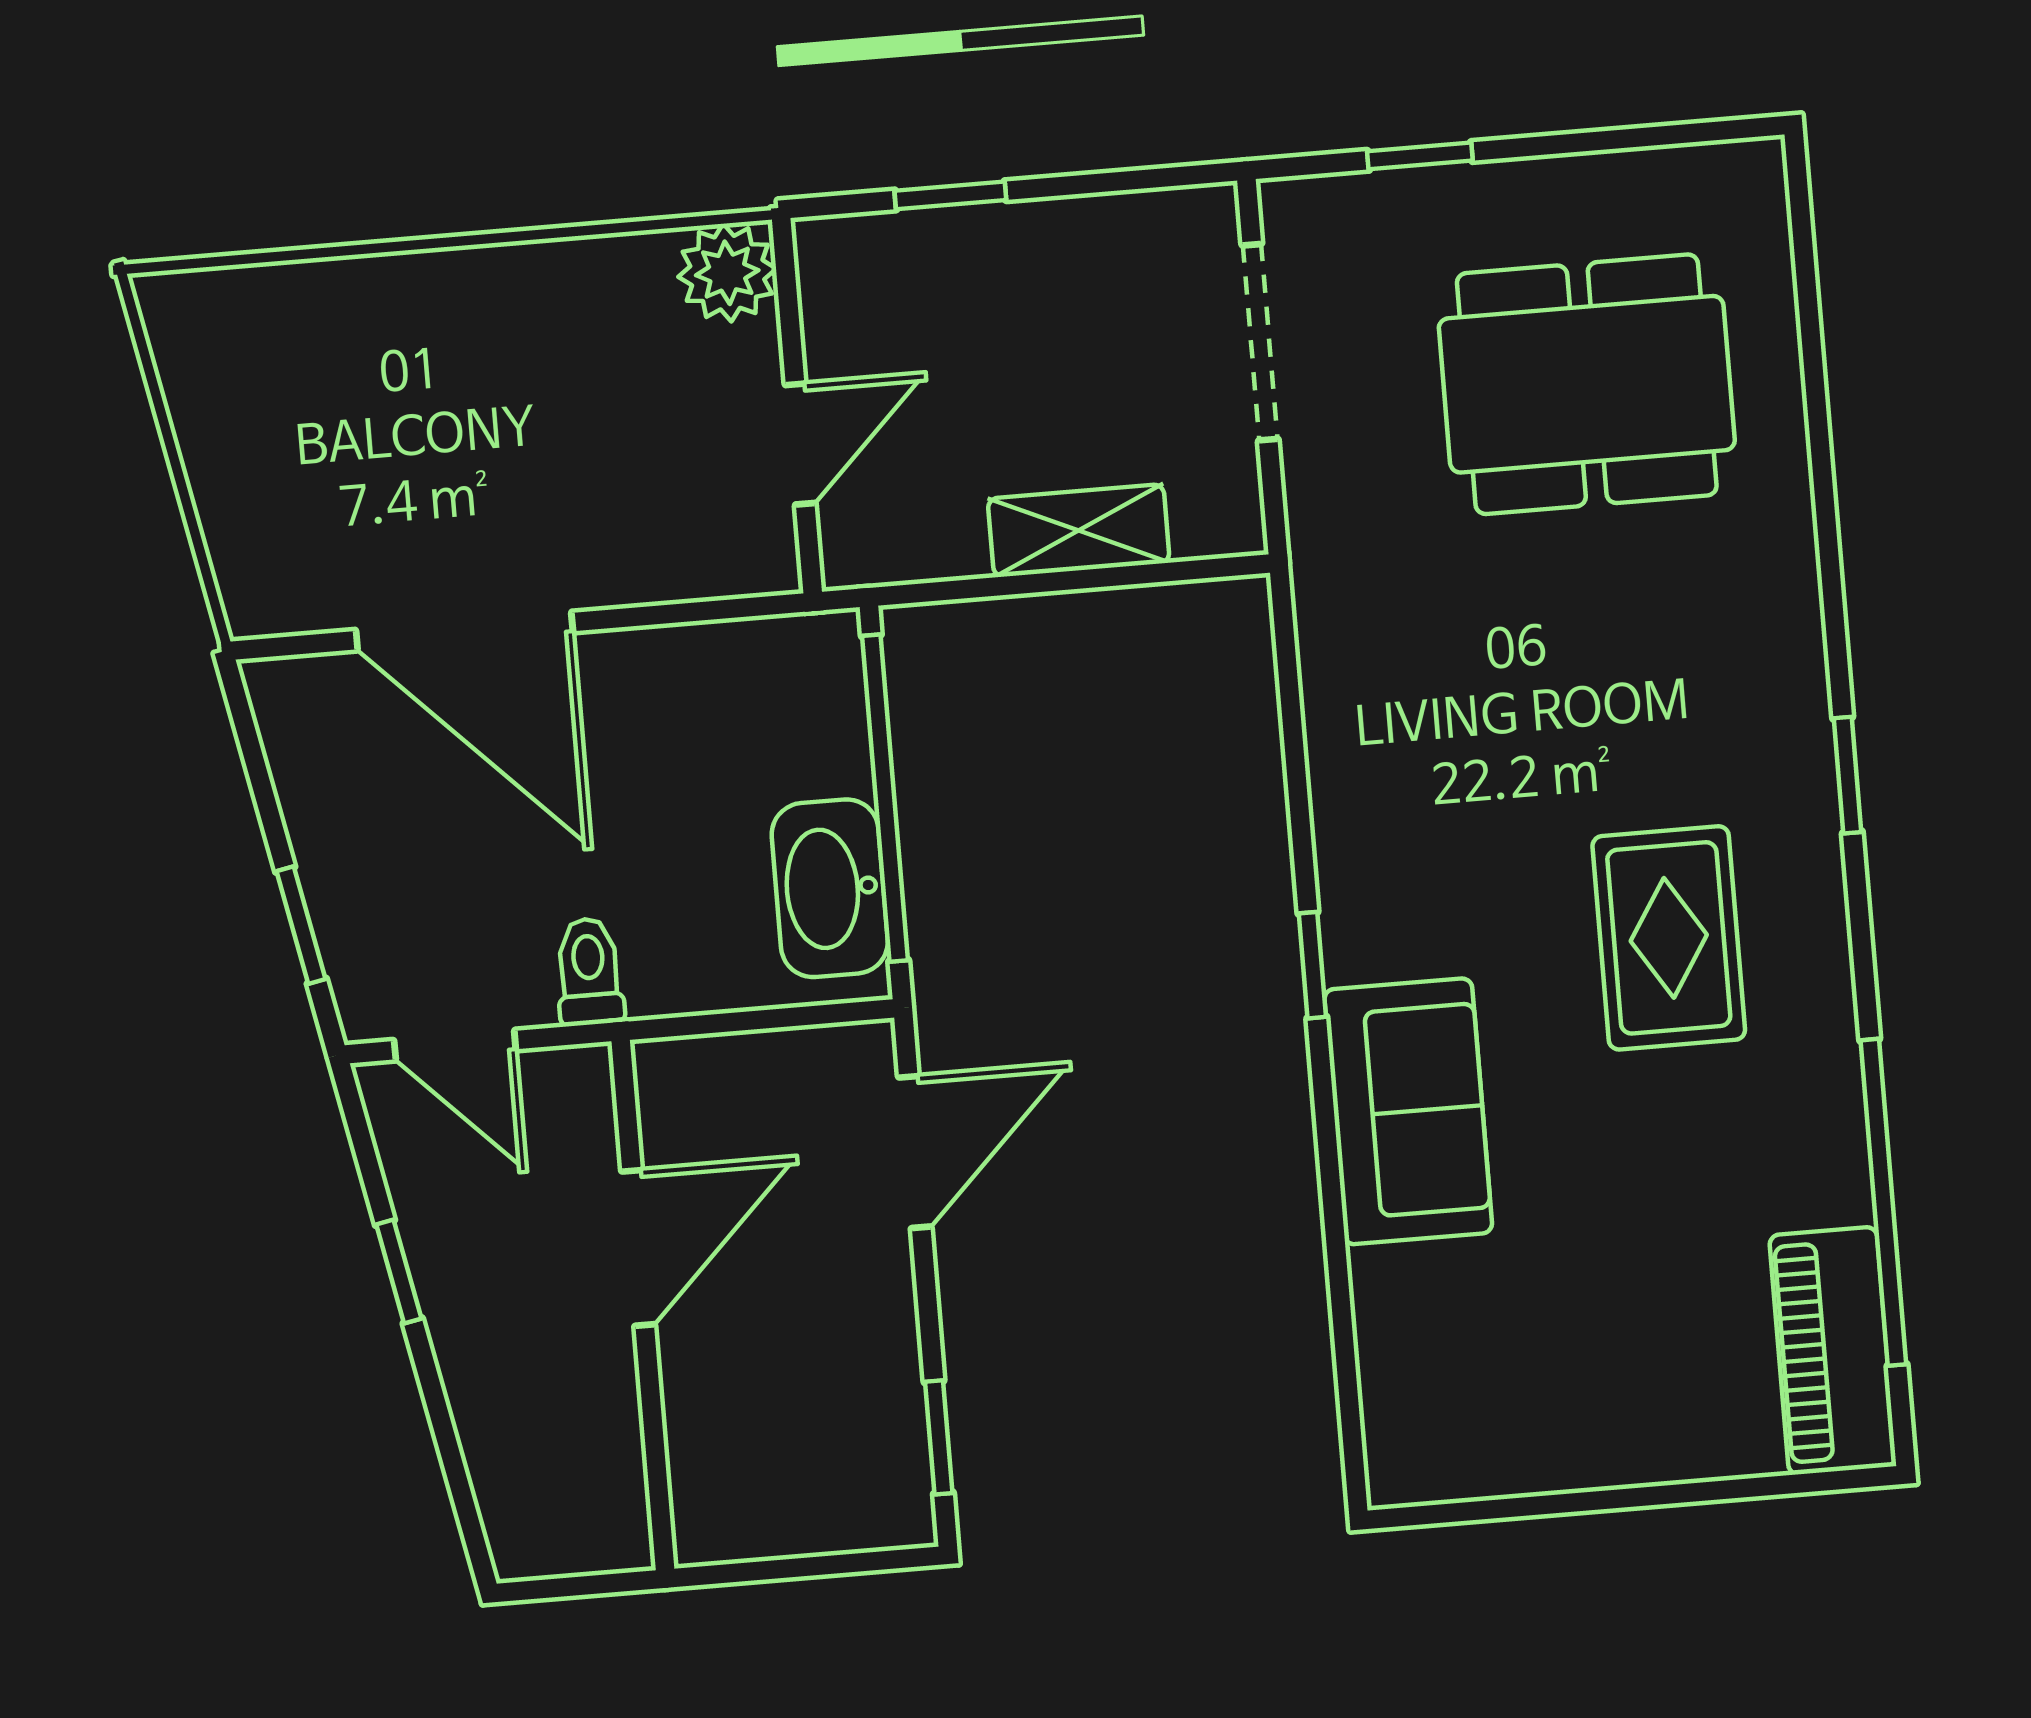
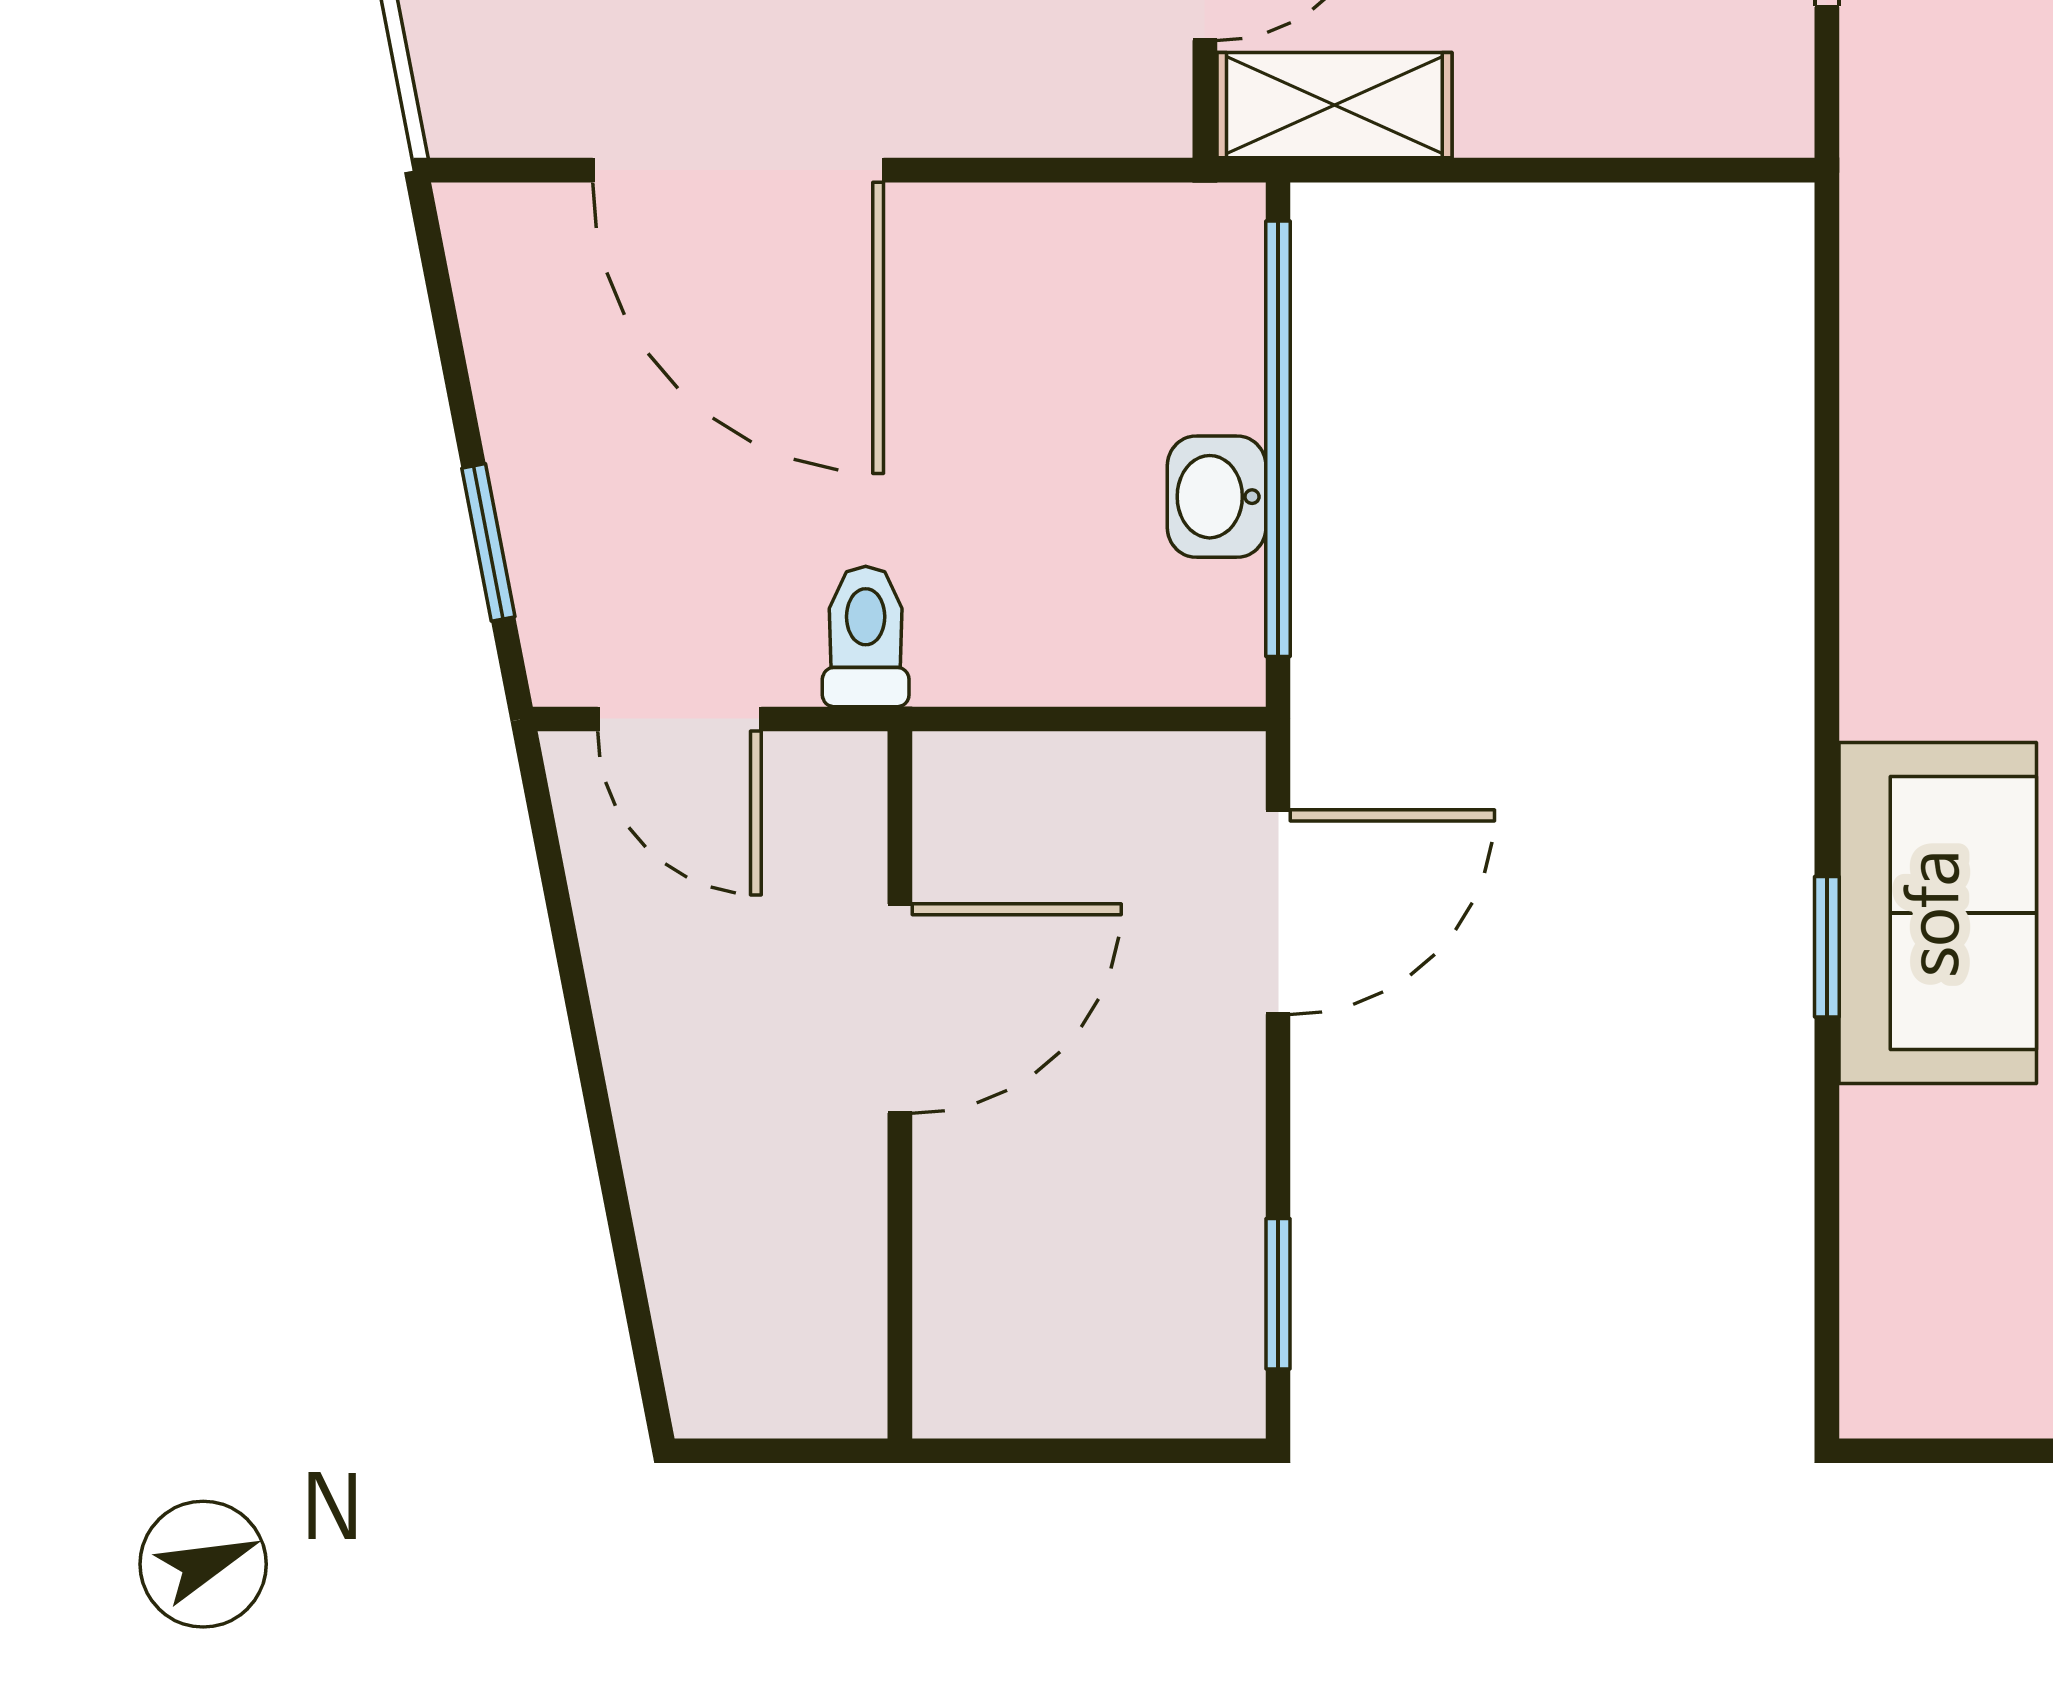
shelving: (1079, 531) -> (1334, 105), moved
washbasin: (830, 888) -> (1217, 497), width x0.52, depth x0.69
window: (1312, 965) -> (1827, 947), moved
window: (399, 1272) -> (580, 1013), removed

